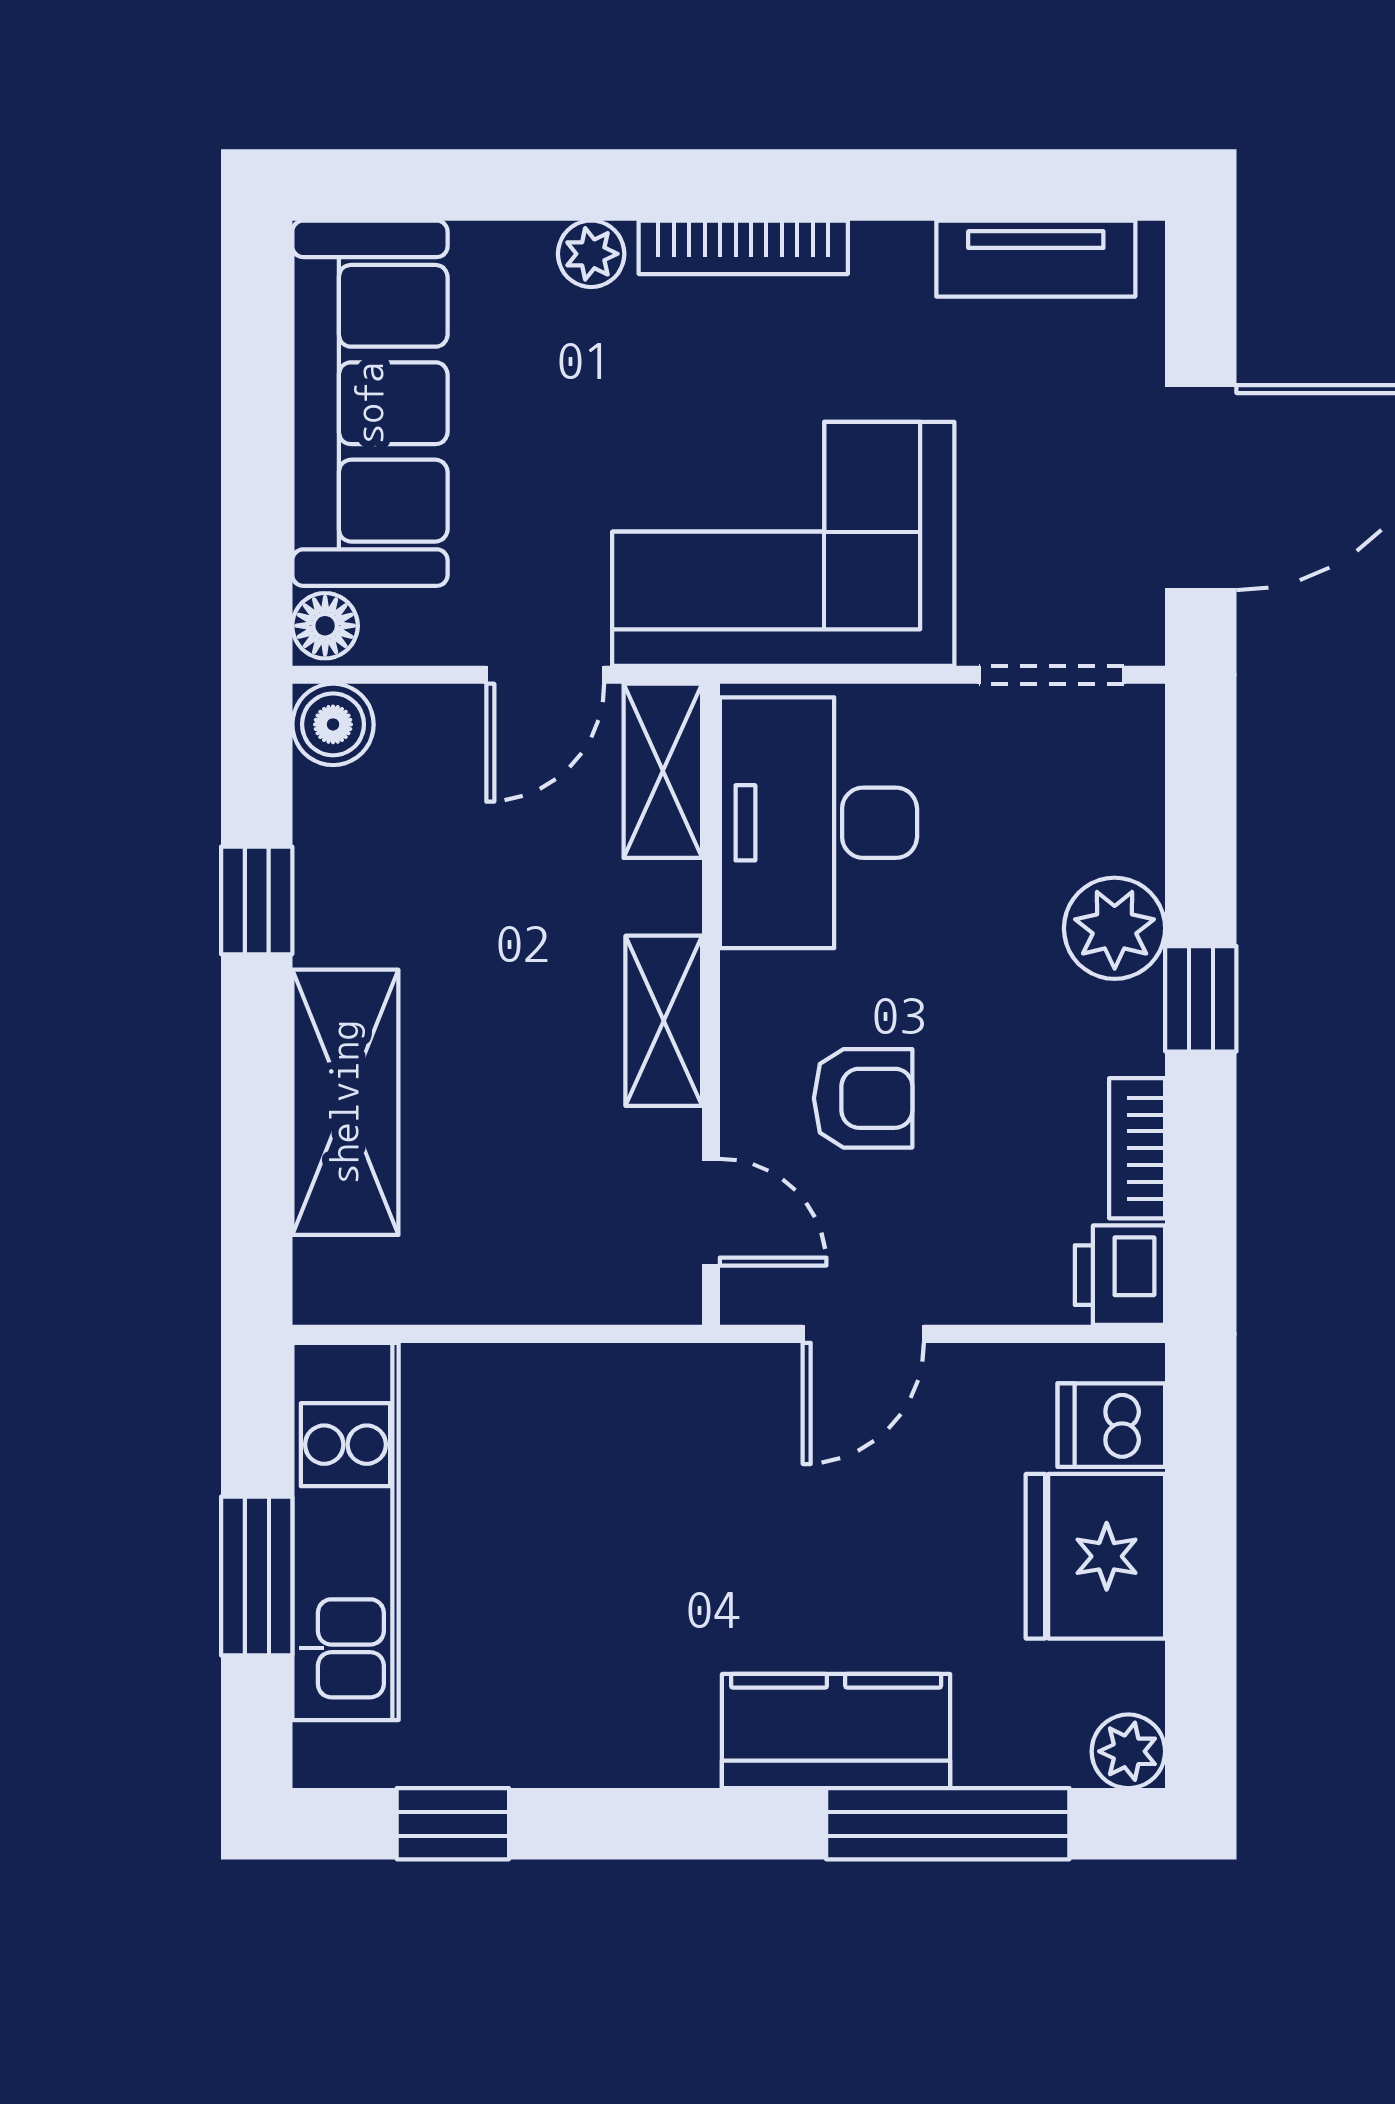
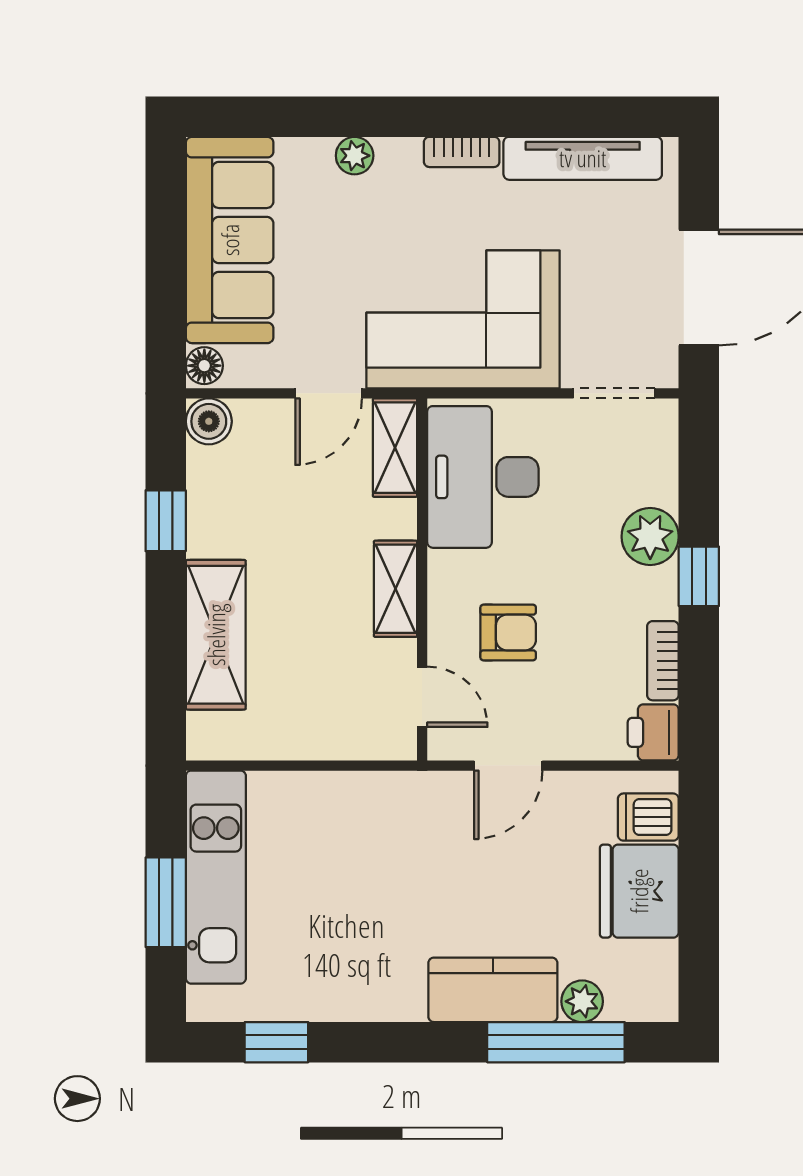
bookcase: (743, 247) -> (462, 152), width x0.64
tv unit: (1036, 259) -> (583, 158), width x1.41
plant: (1128, 1751) -> (582, 1001), moved

